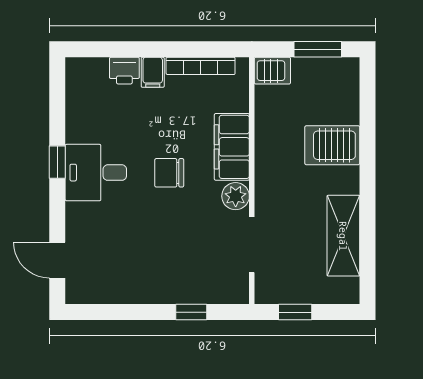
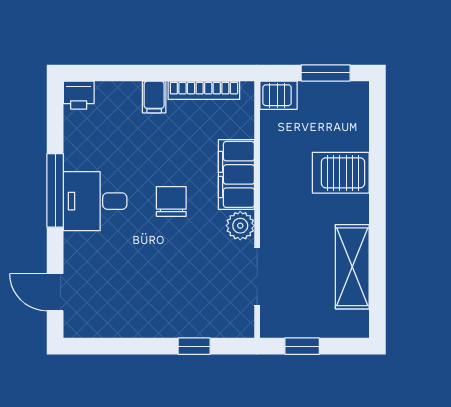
printer: (124, 71) -> (79, 95), moved
window: (57, 162) -> (55, 190), width x2.17
chair: (169, 173) -> (171, 201), turned 90

